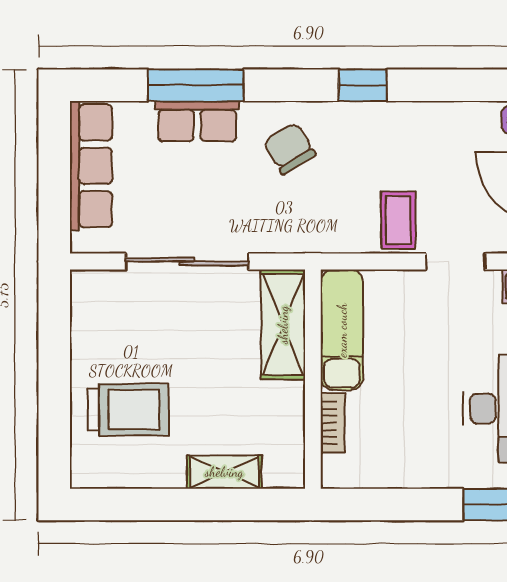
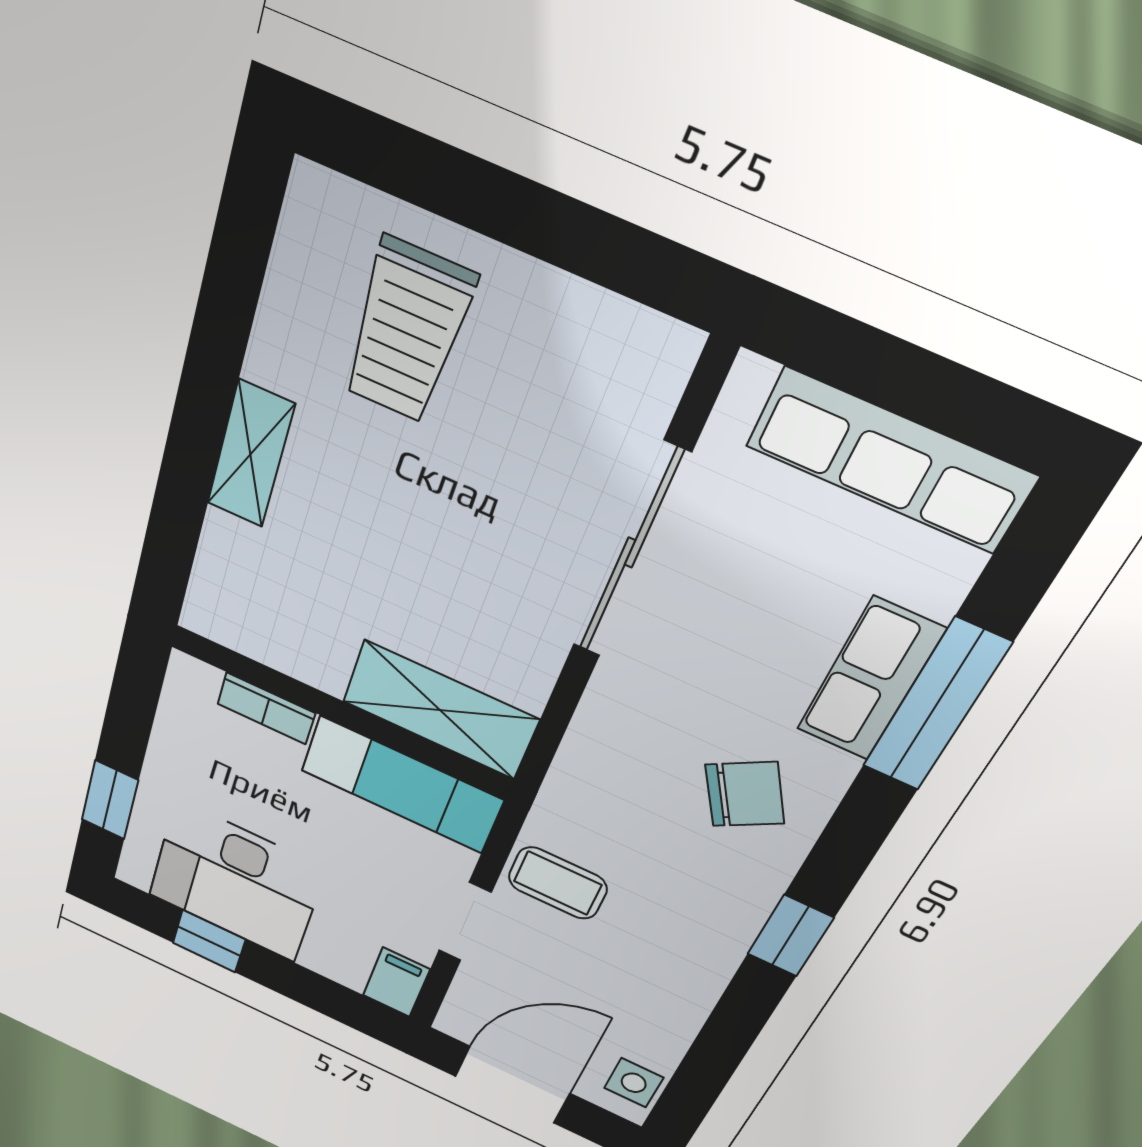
shelving: (283, 325) -> (440, 710), moved
exam couch: (342, 330) -> (402, 785), moved
wall: (313, 379) -> (341, 712), moved
bookcase: (333, 423) -> (266, 708), moved

